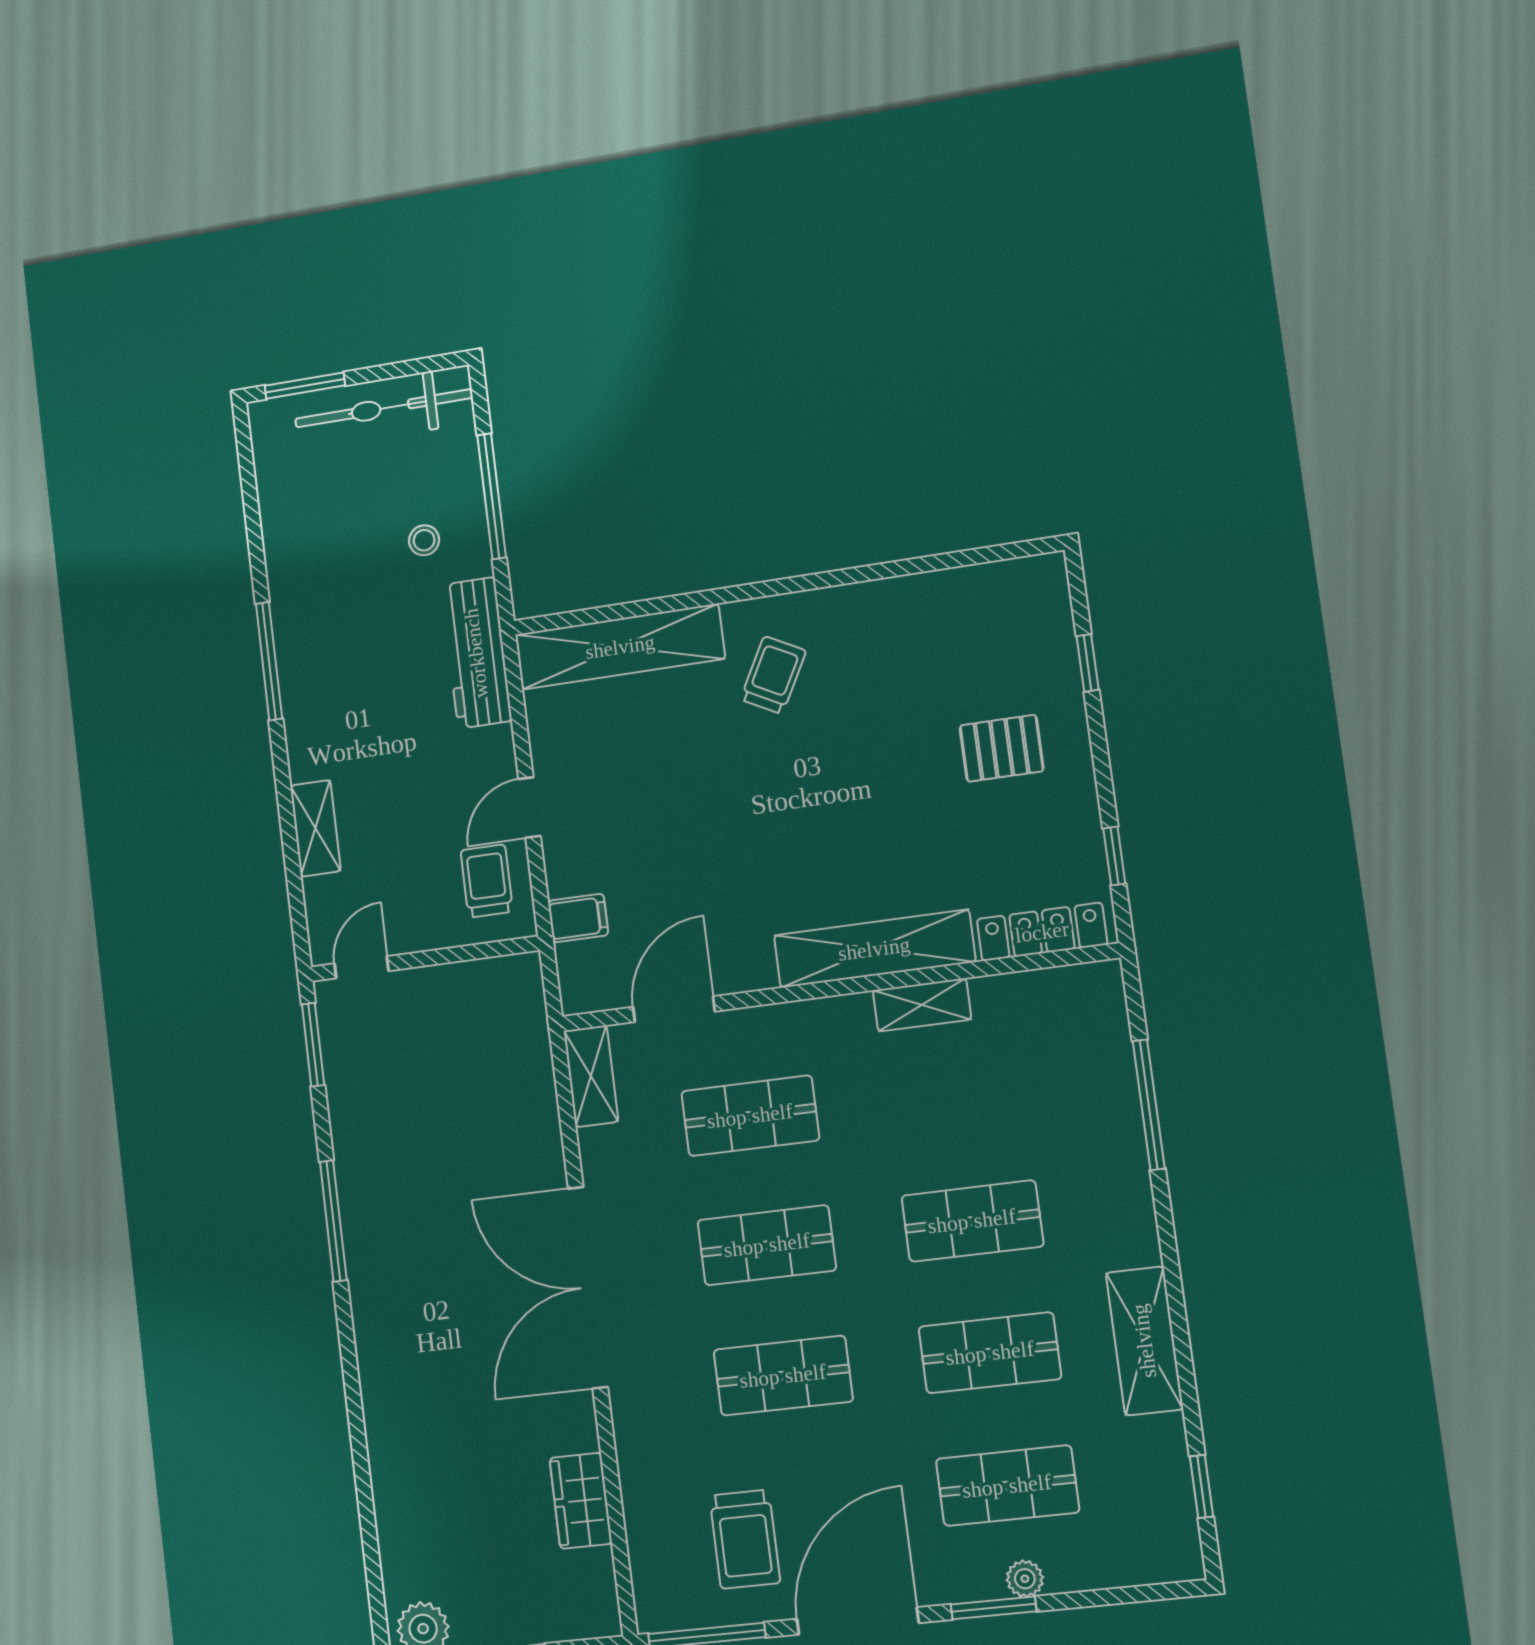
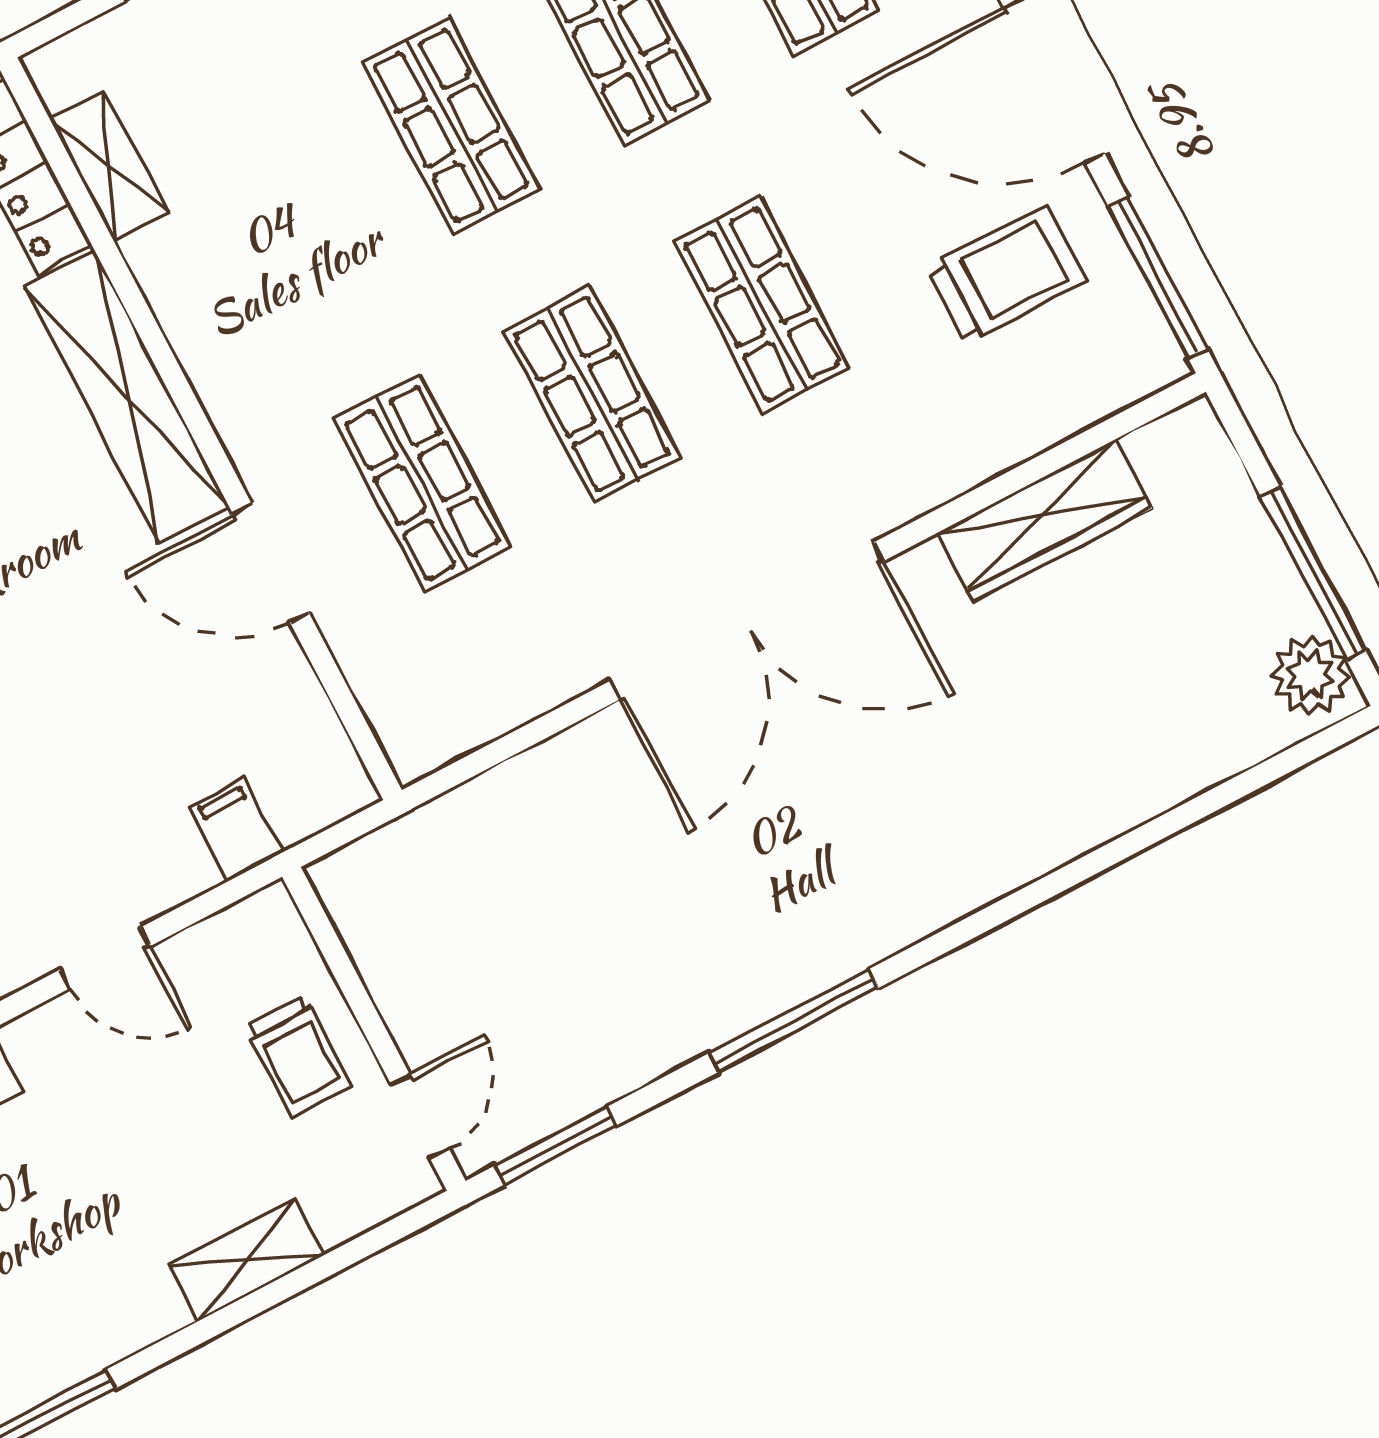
trolley: (487, 881) -> (298, 1056), moved, turned -90
door: (361, 967) -> (420, 1116), swing flipped
shelving: (922, 1005) -> (109, 166), moved
door: (674, 1009) -> (271, 563), moved
shelving: (591, 1076) -> (451, 727), removed
wardrobe: (581, 1501) -> (1045, 520), width x1.50

